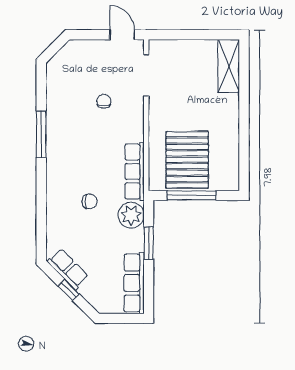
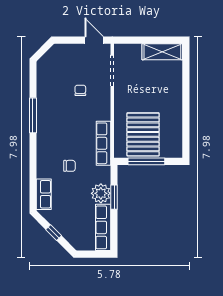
shelving: (229, 66) -> (162, 52), moved, turned 90
plant: (131, 215) -> (101, 193), moved
row of seats: (68, 269) -> (44, 194), moved, turned 45

